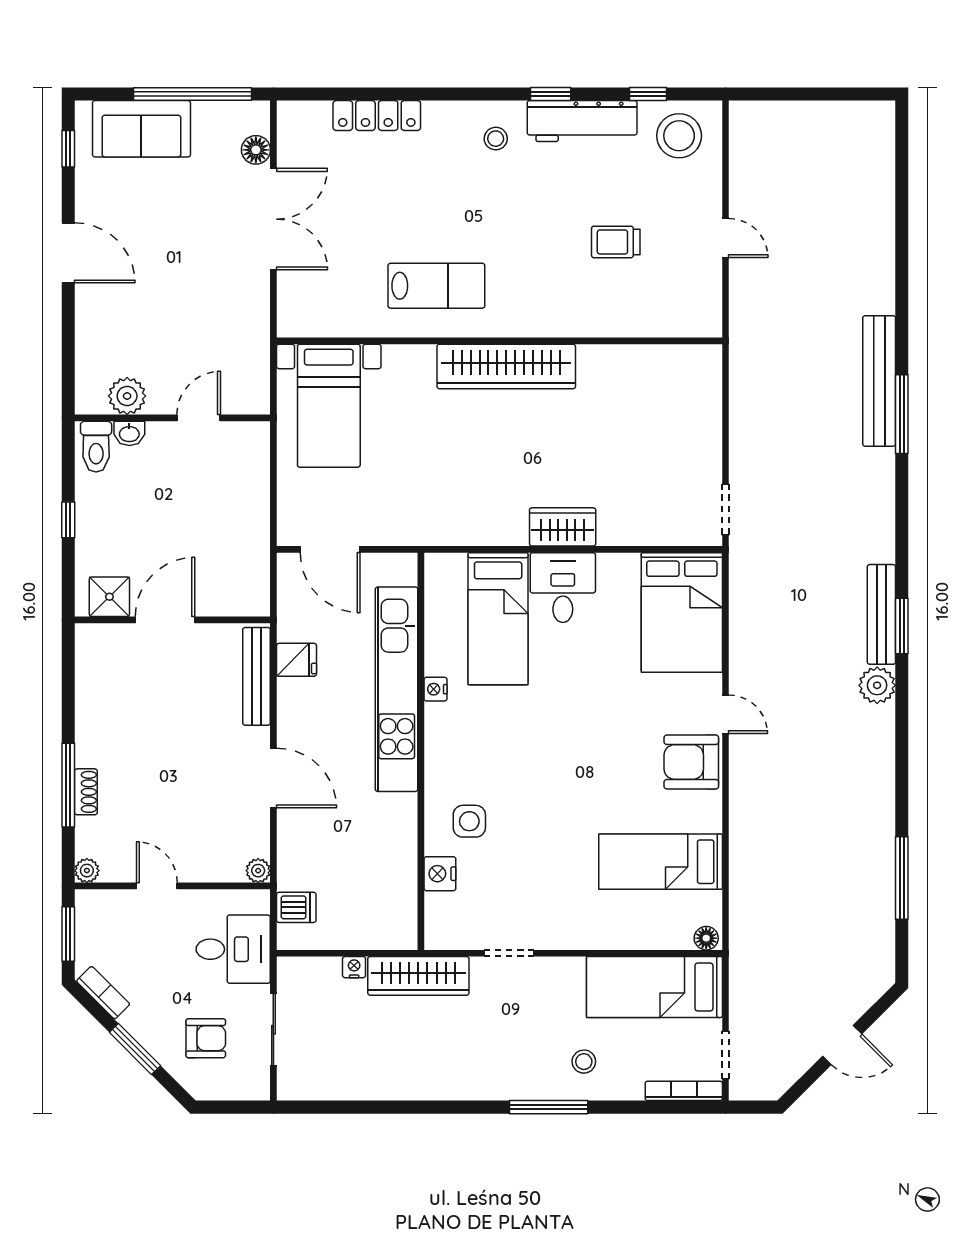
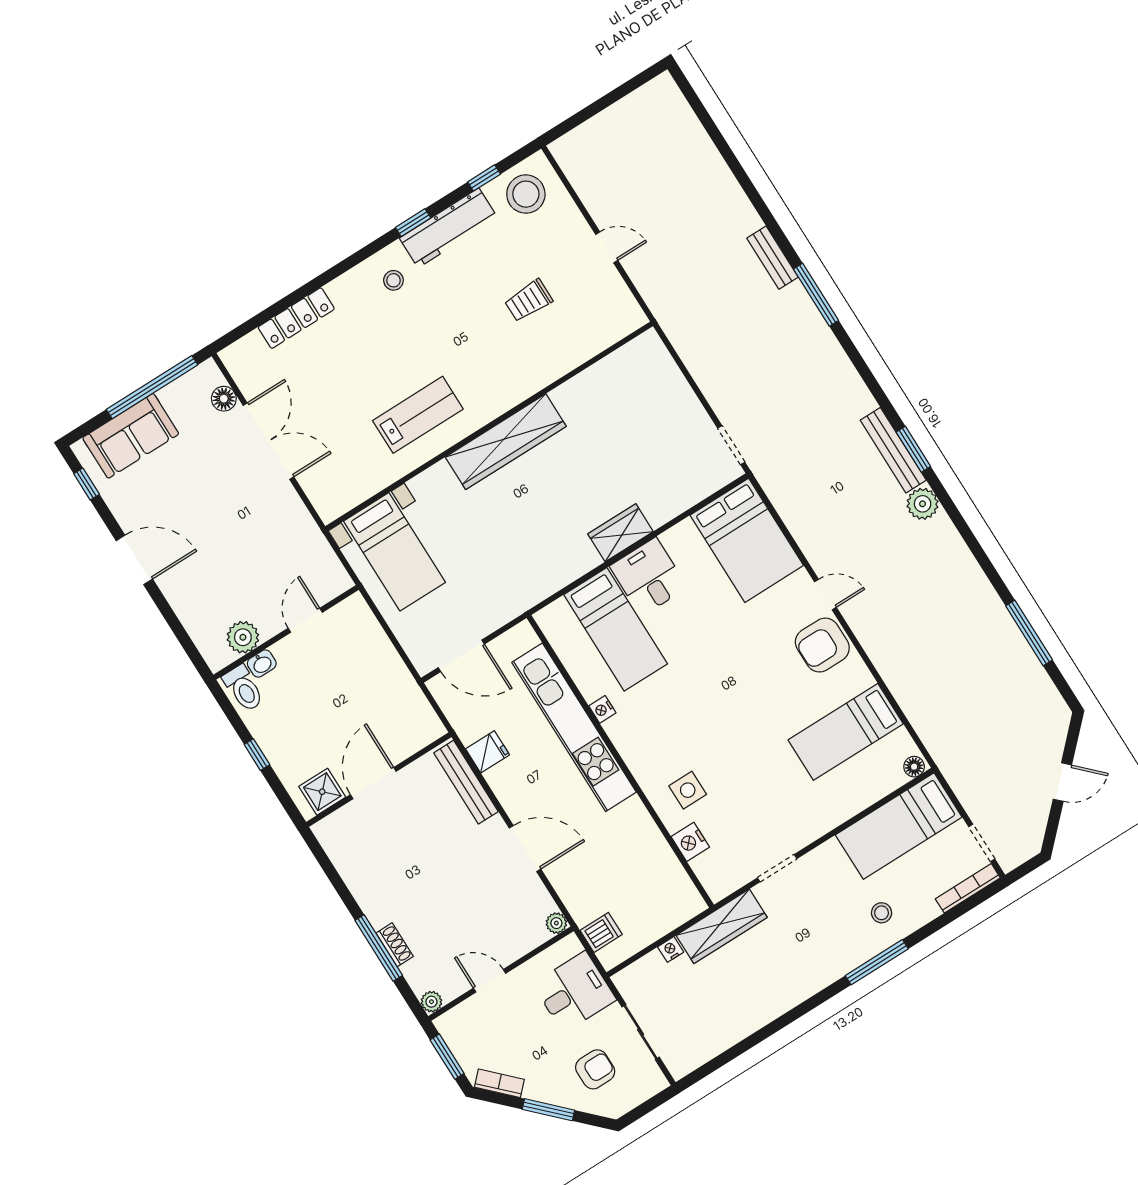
bench: (879, 381) -> (772, 258), width x0.54, depth x0.82

